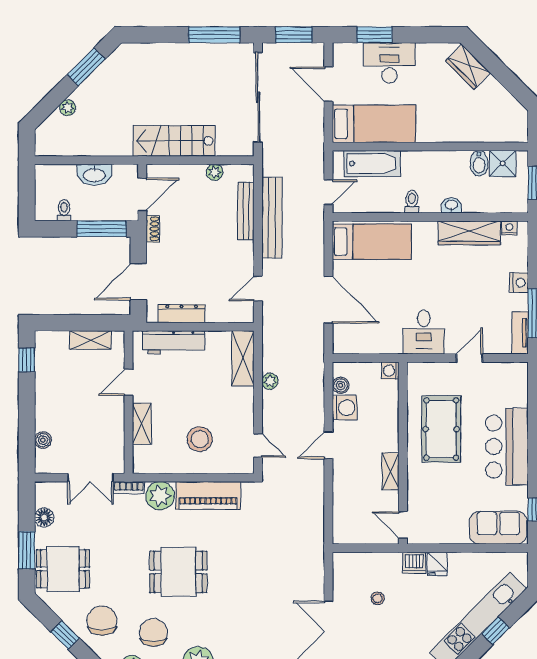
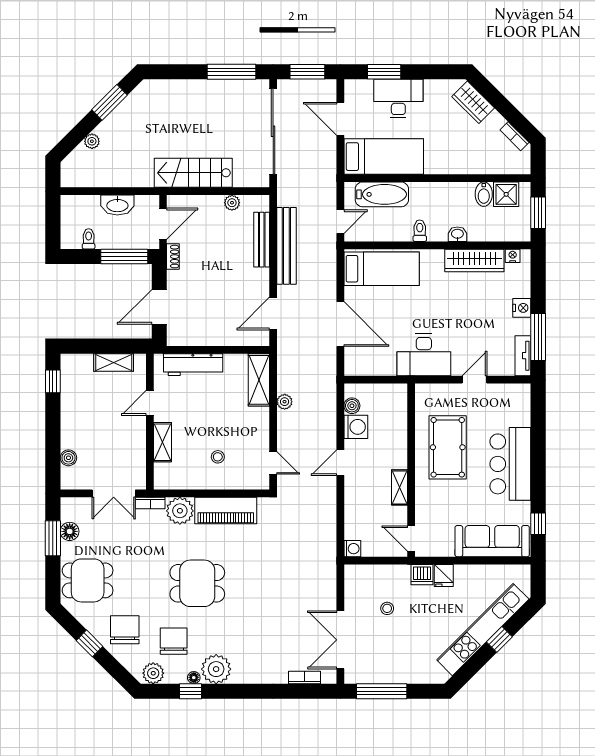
bookcase: (511, 102) -> (514, 136), added
door: (258, 289) -> (273, 314), width x1.38
dresser: (182, 314) -> (200, 337), removed
desk: (424, 332) -> (424, 355), width x1.37
washing machine: (390, 371) -> (352, 549), moved, turned 180
stool: (200, 439) -> (218, 457), width x0.53, depth x0.53
sofa: (498, 528) -> (492, 541), width x1.36
window: (27, 550) -> (53, 538), moved

